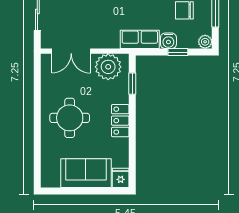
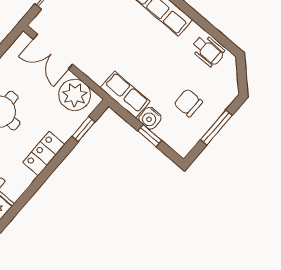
plant: (205, 42) -> (183, 148), removed

